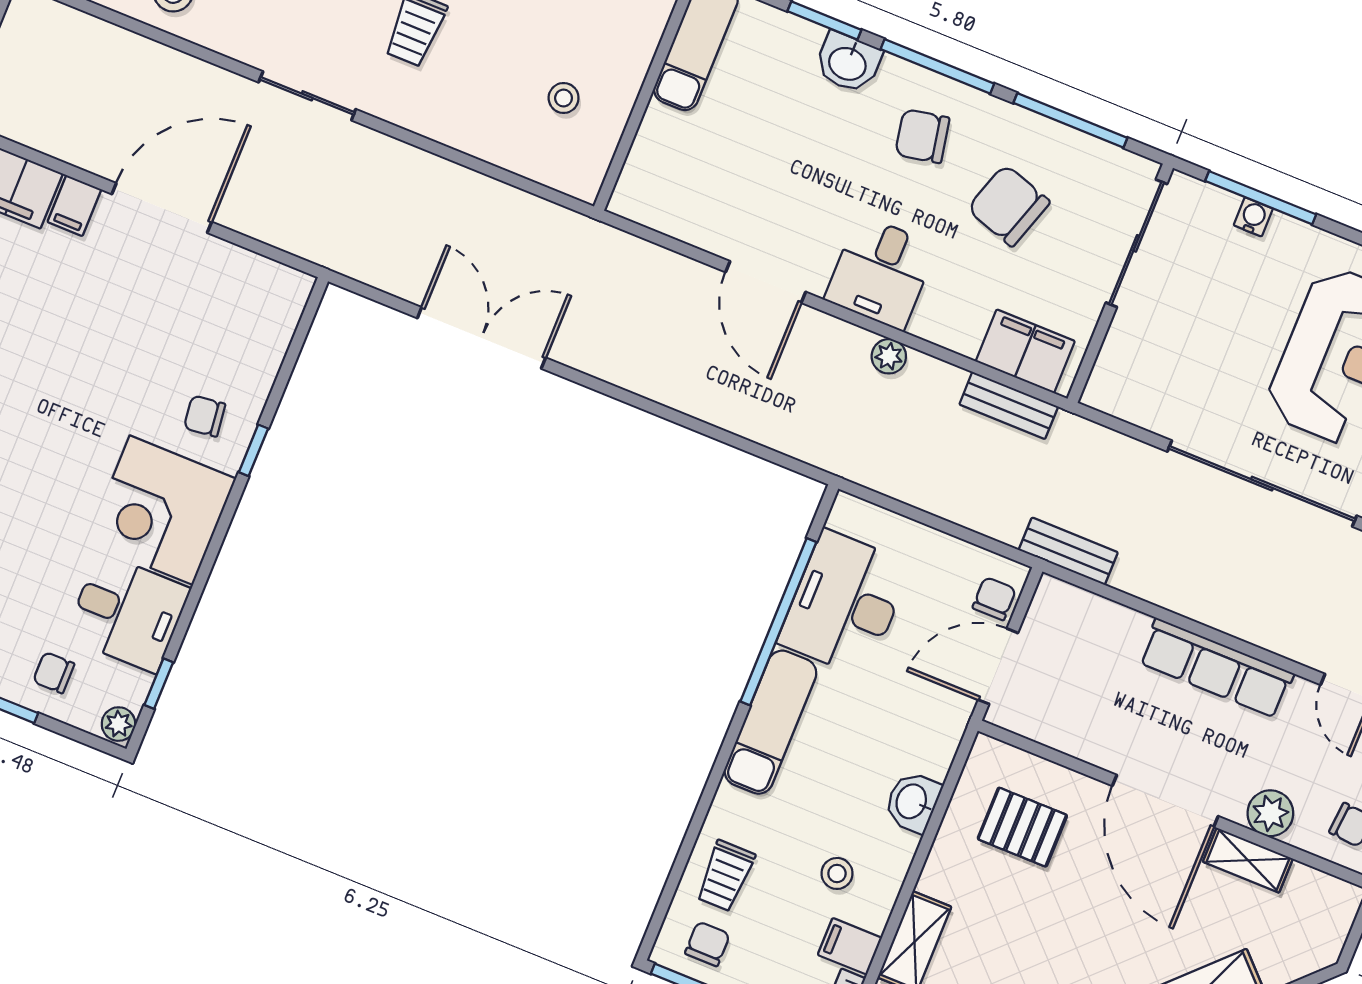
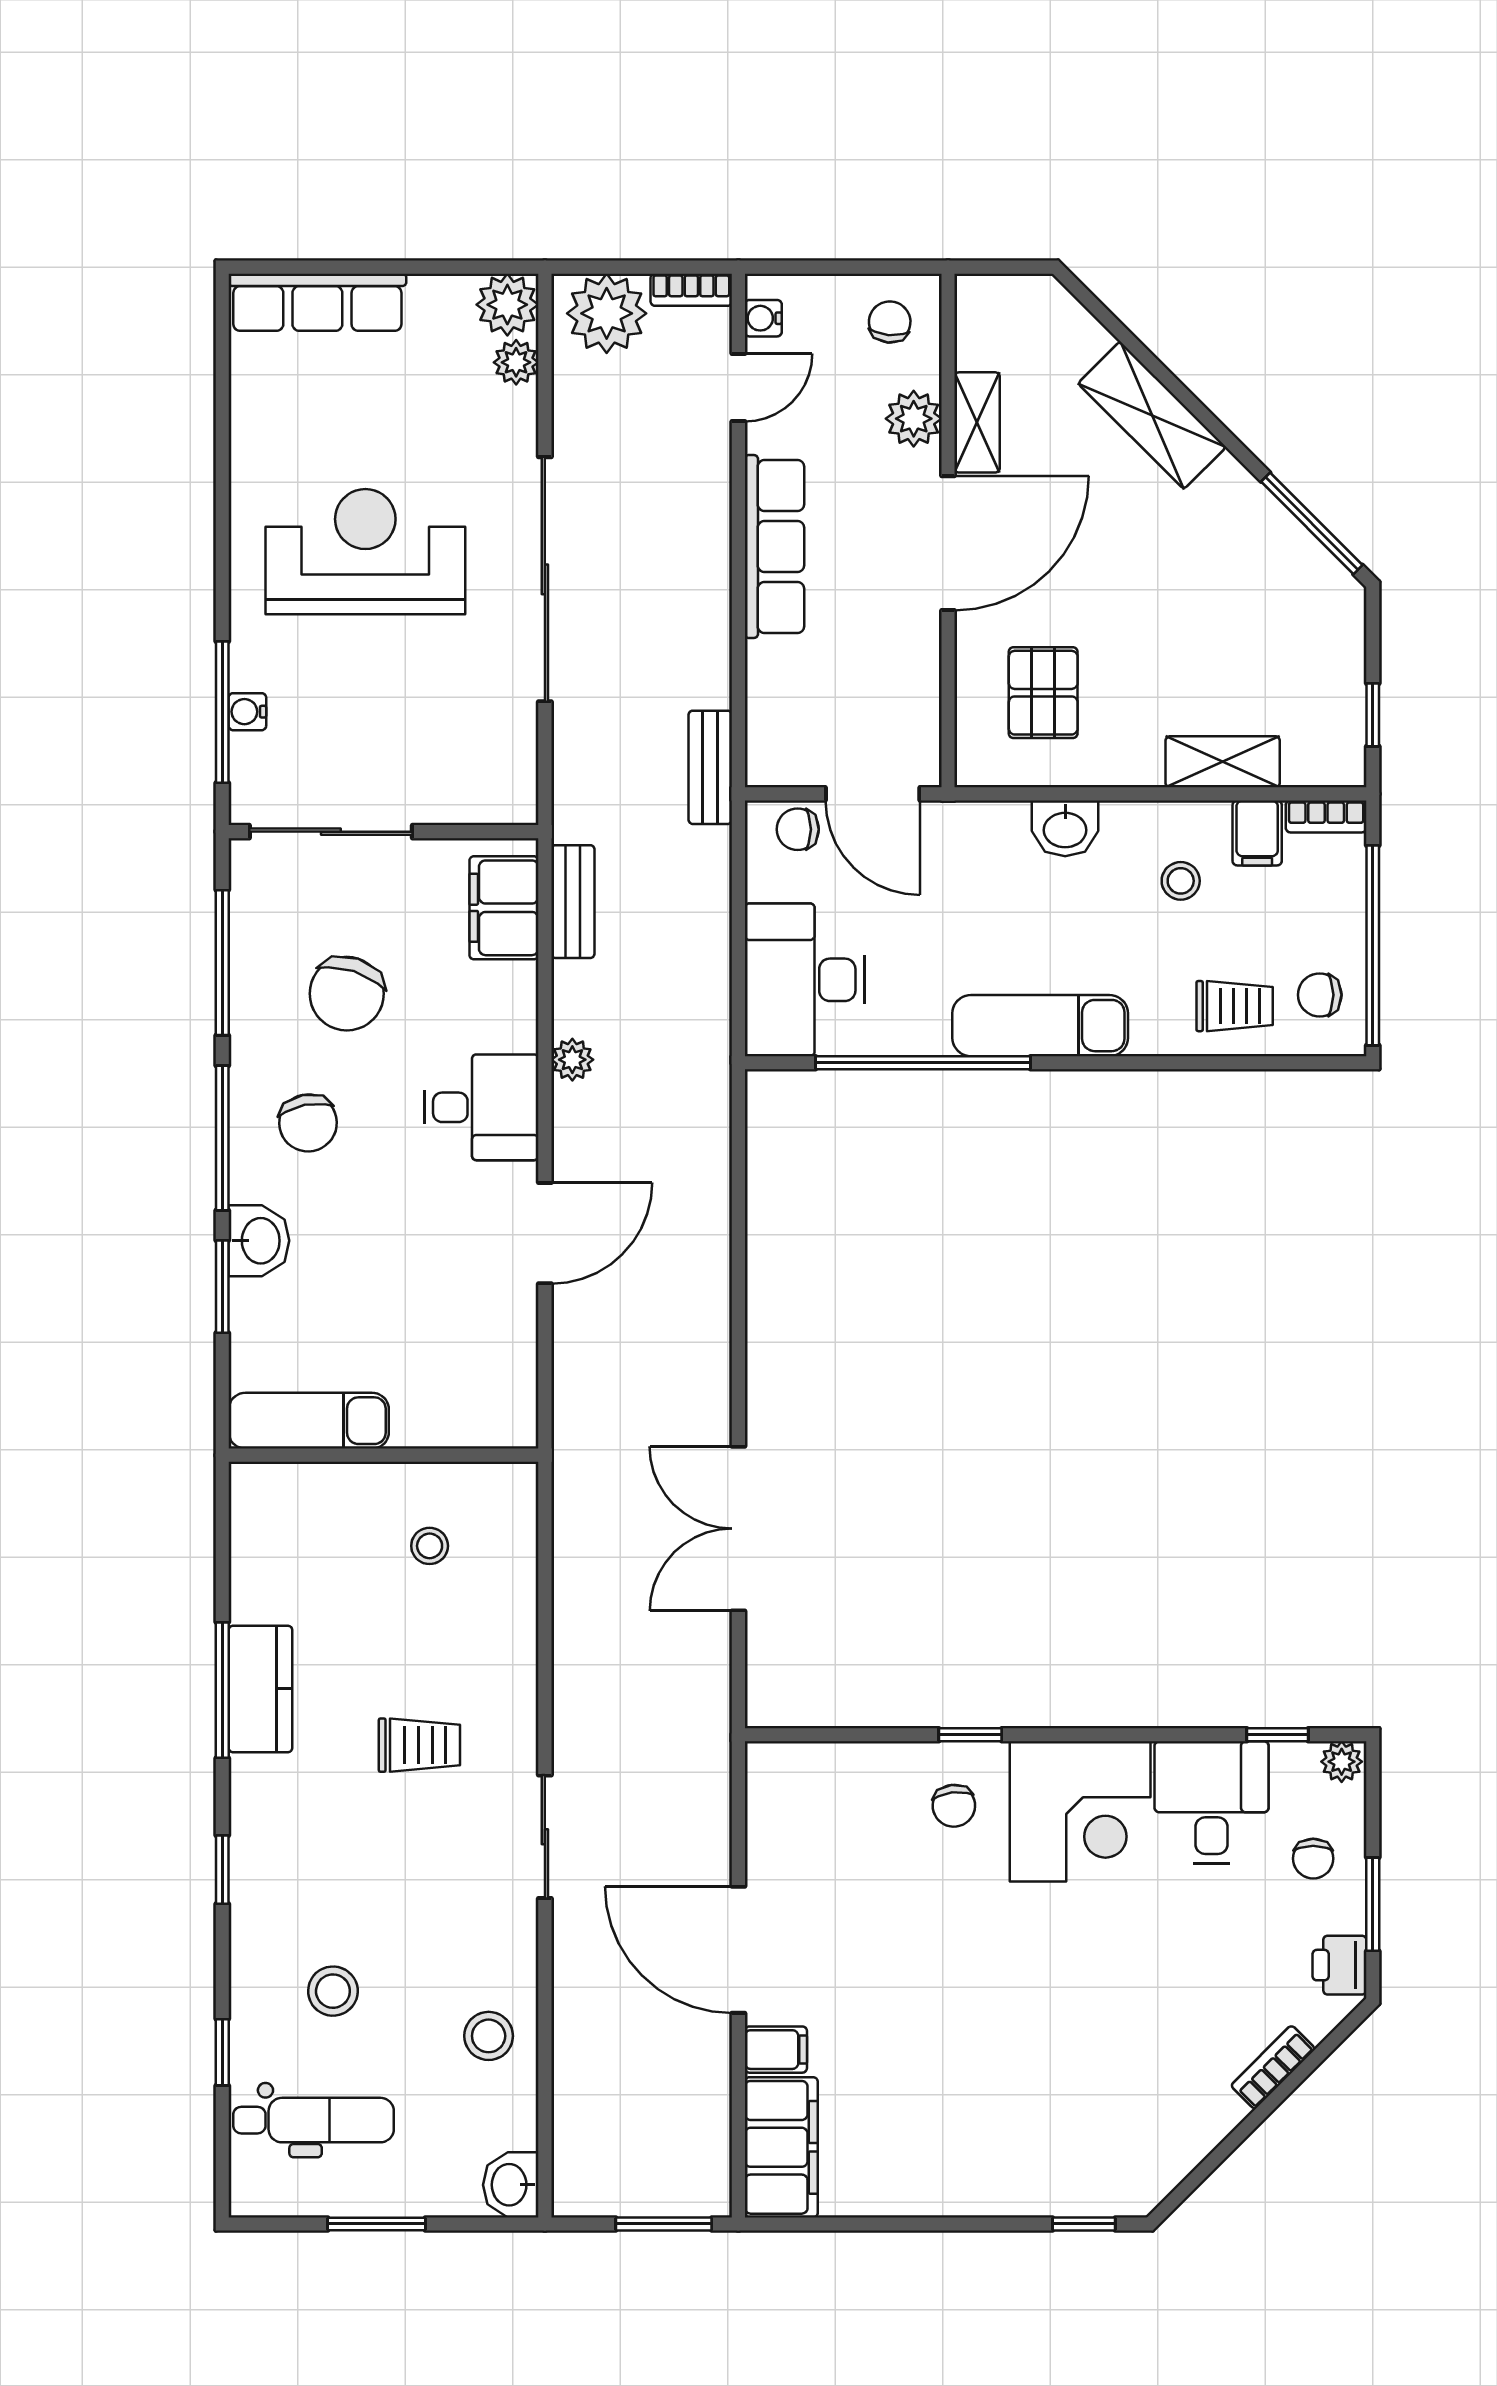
desk: (845, 603) -> (805, 980), moved, turned 90

